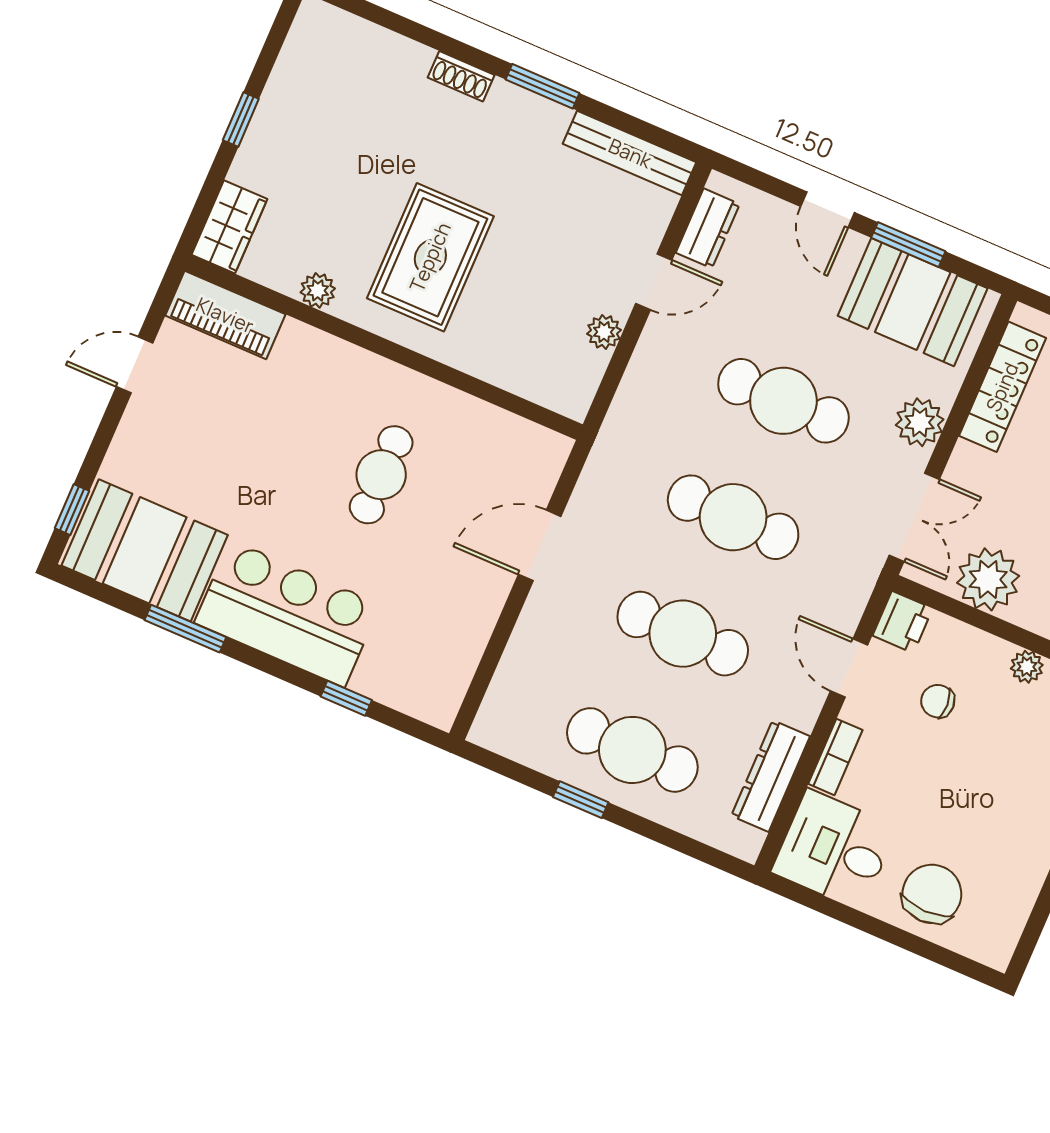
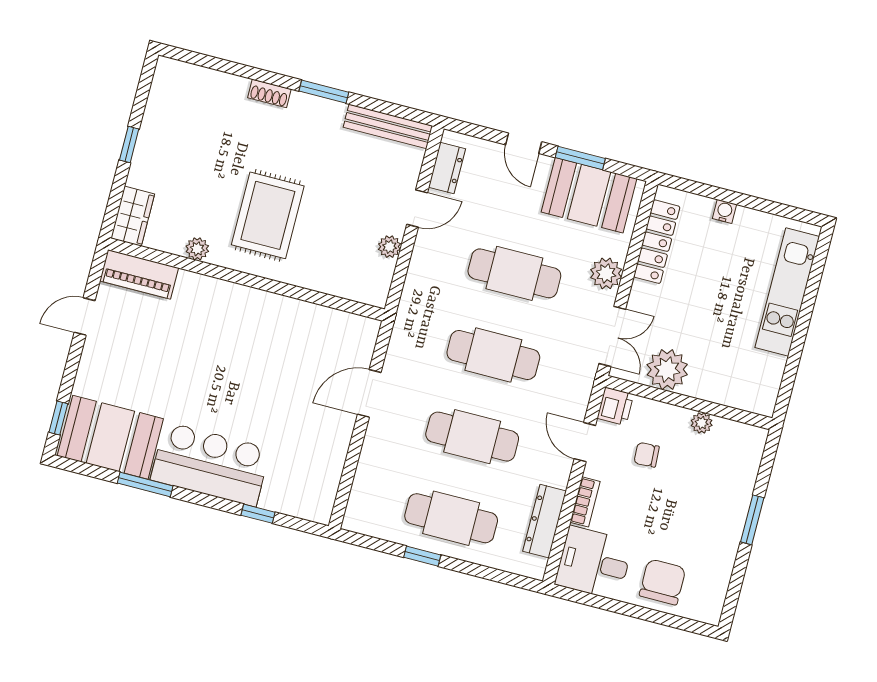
cafe table: (381, 475) -> (258, 363), removed

